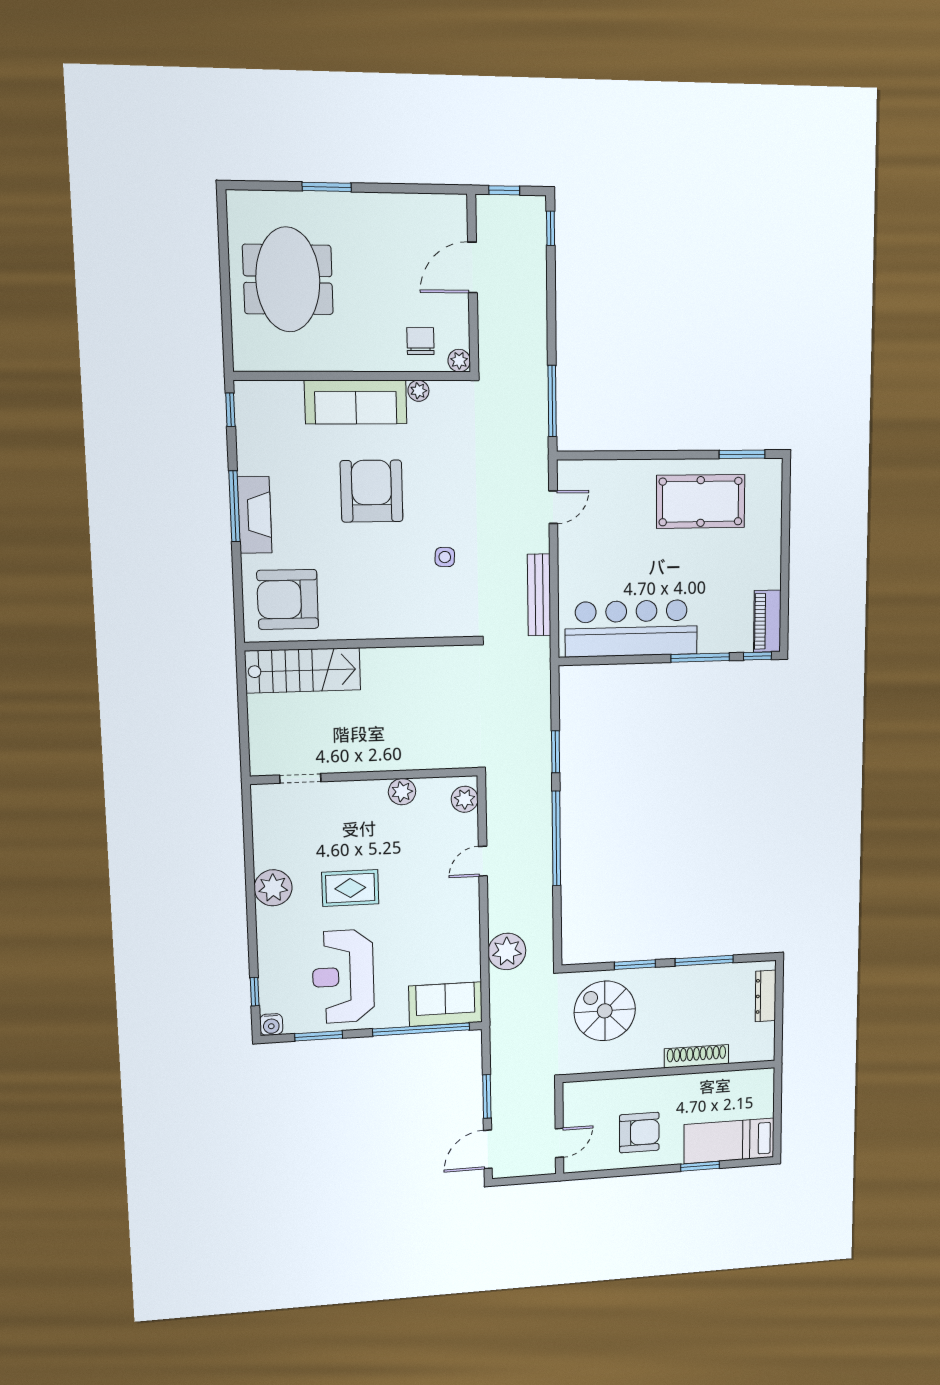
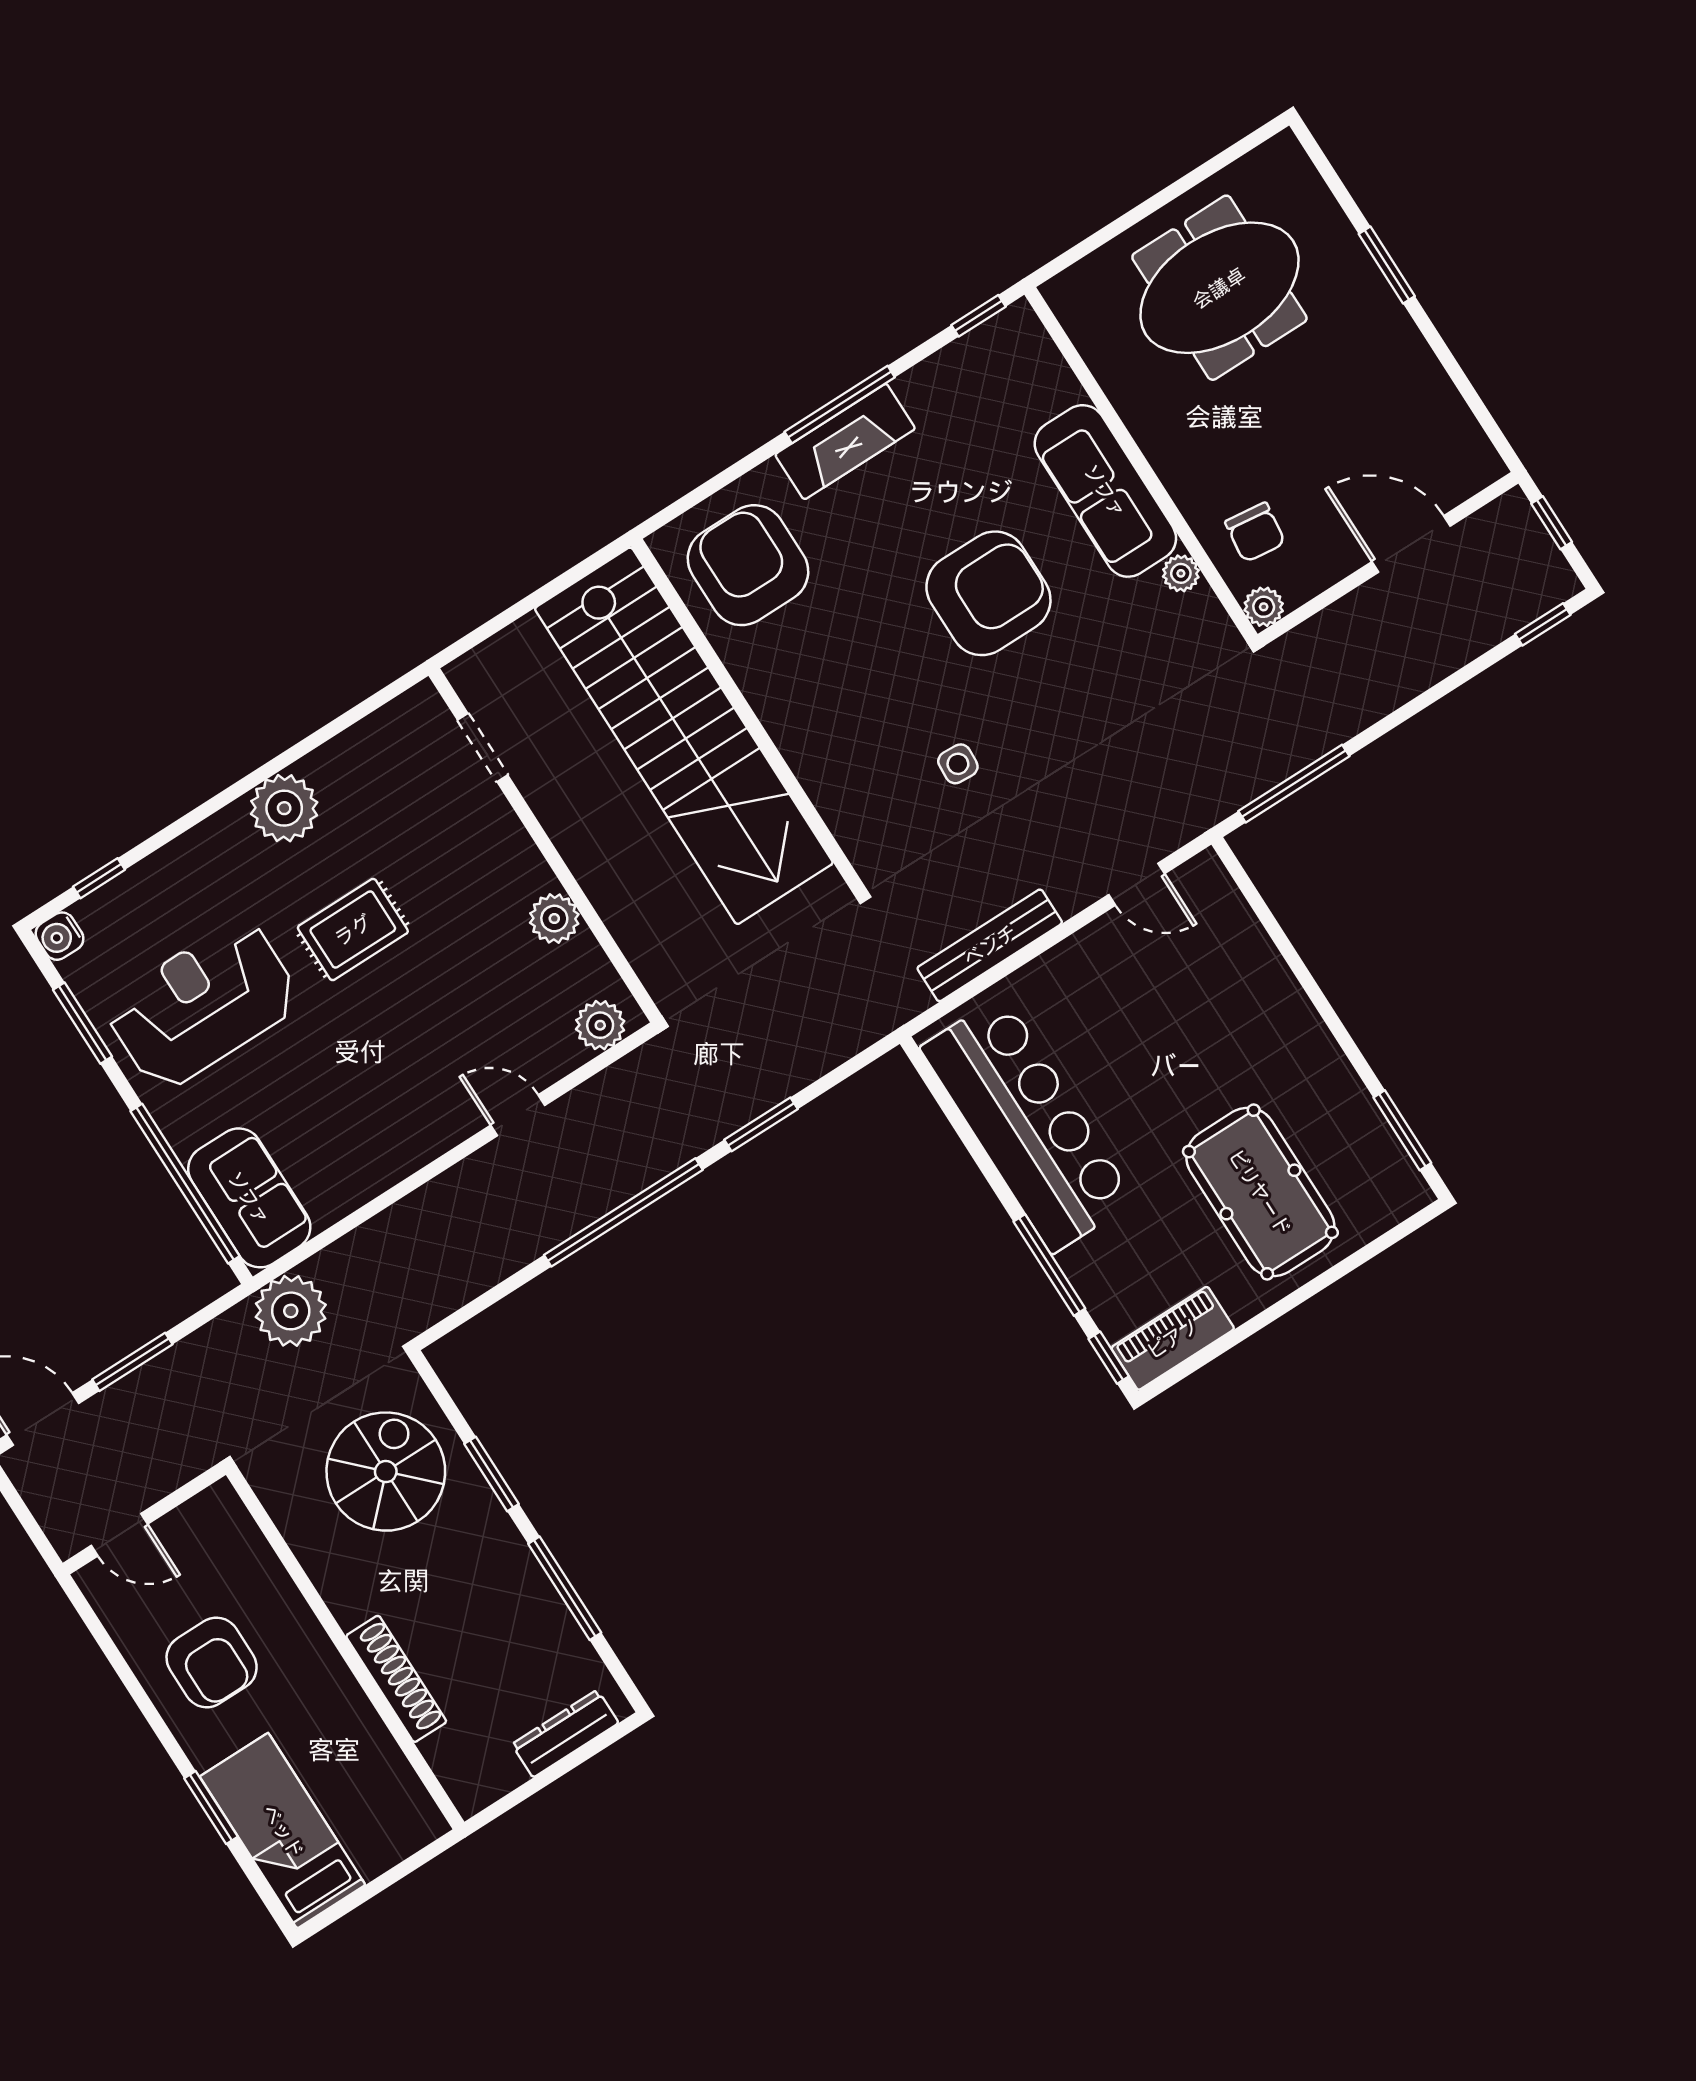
chair: (420, 341) -> (1255, 532), turned 97
pool table: (701, 502) -> (1260, 1192), moved
stairs: (303, 670) -> (684, 736), width x1.86, depth x1.51
rug: (350, 888) -> (353, 930), turned 90
plant: (507, 951) -> (291, 1311), moved

